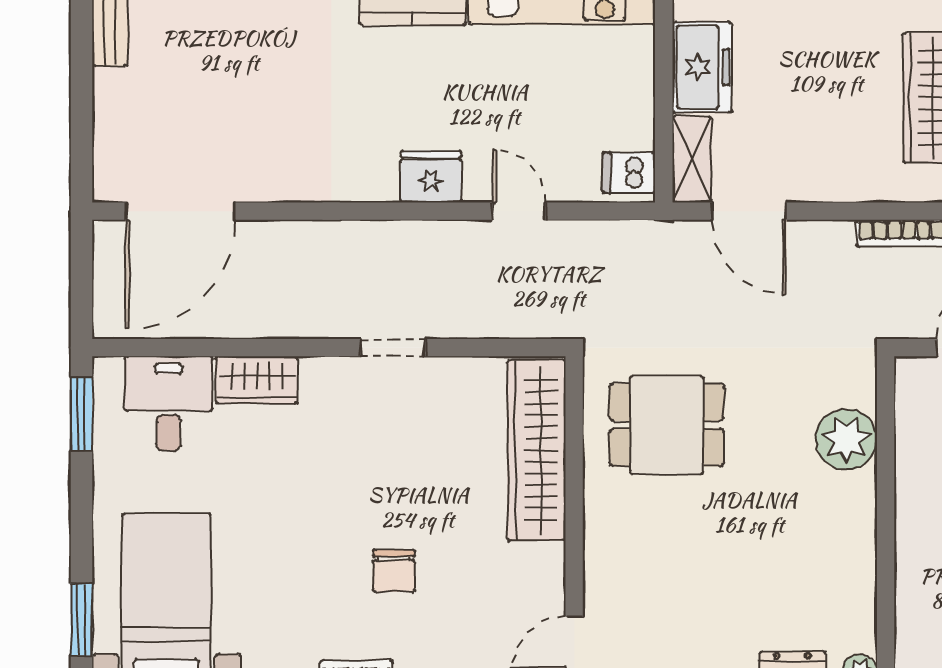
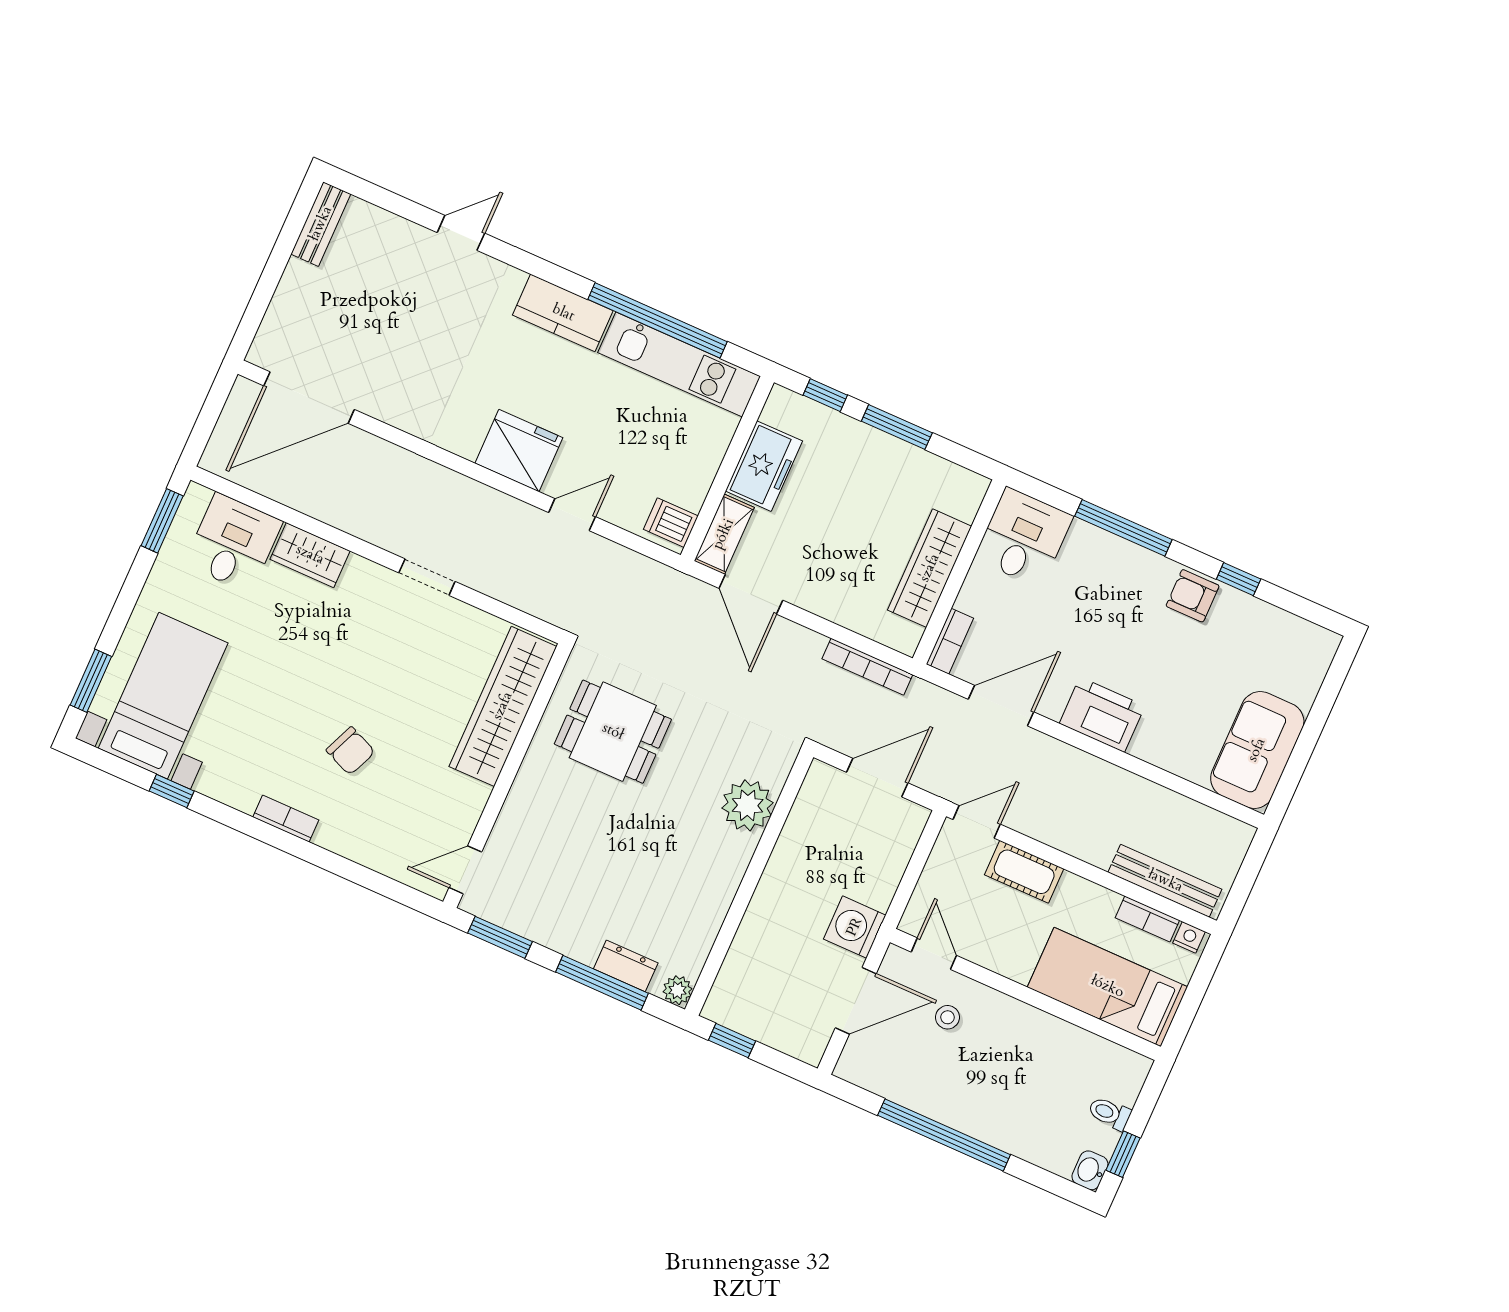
fridge: (431, 177) -> (519, 451), width x1.36, depth x1.34
door: (519, 211) -> (572, 515), hinge flipped
chair: (394, 571) -> (351, 751), turned -67

